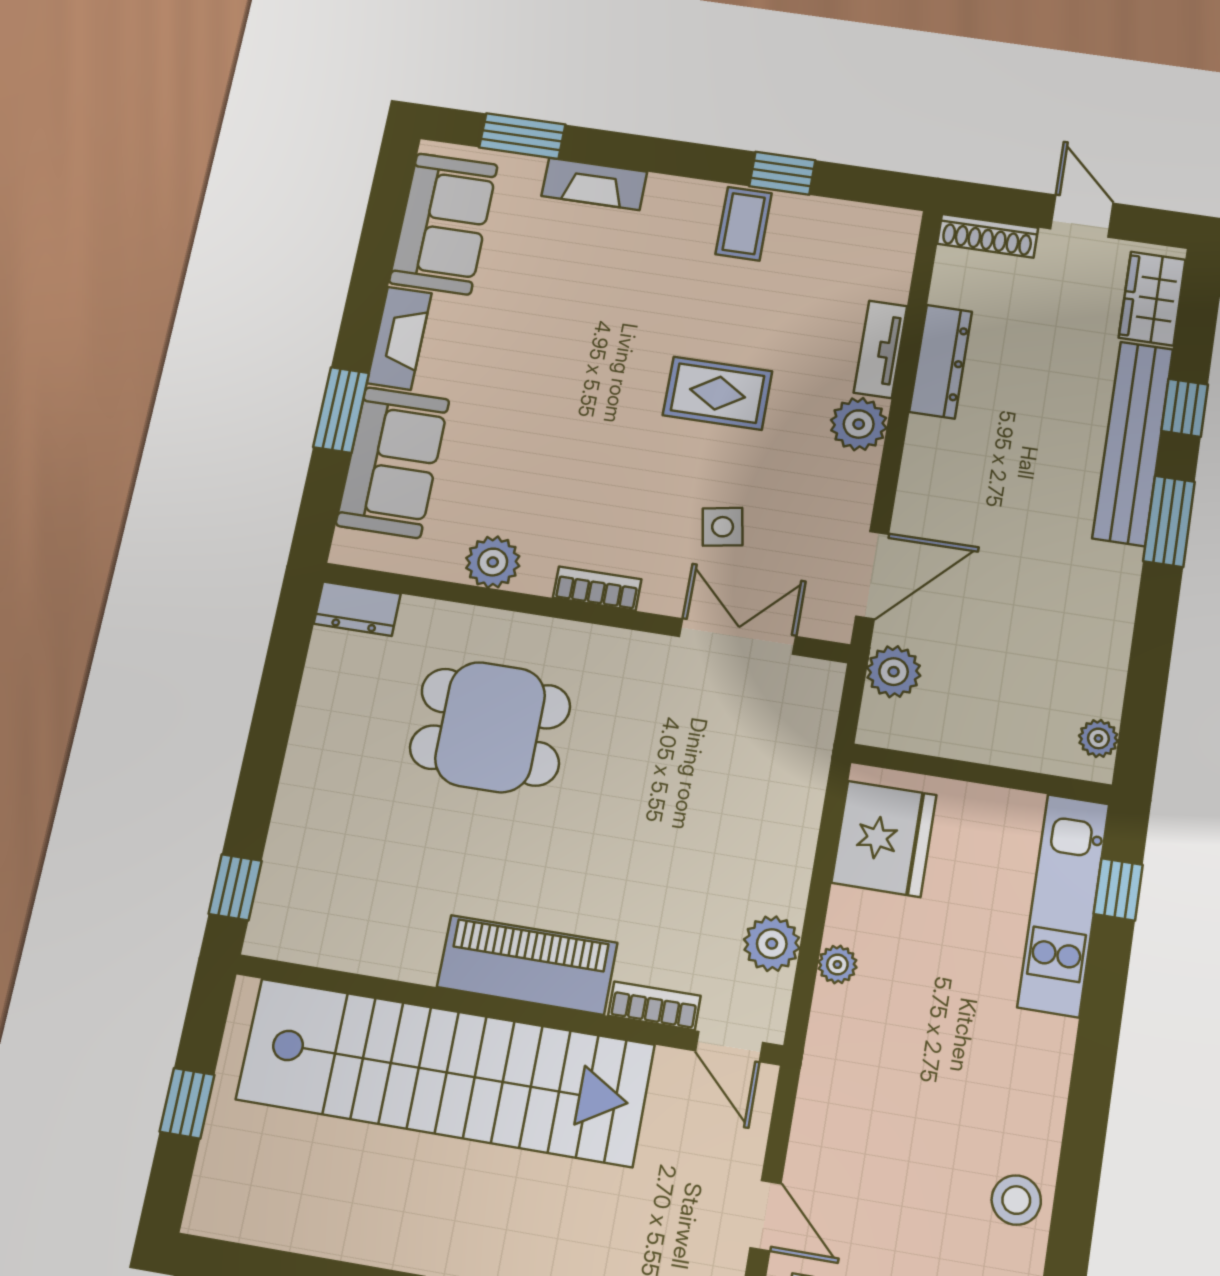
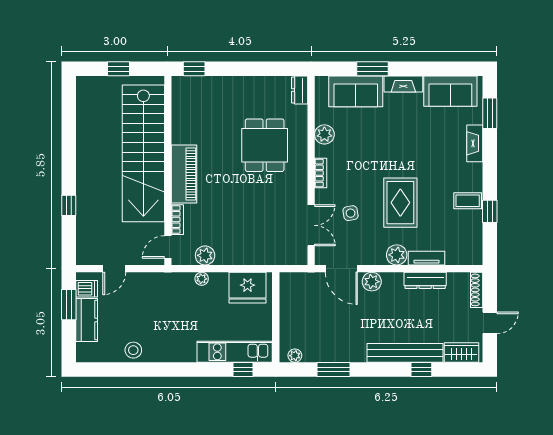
rug: (718, 393) -> (400, 203), width x1.36, depth x1.43
window: (1169, 521) -> (333, 369), moved
plant: (894, 672) -> (372, 282), moved

